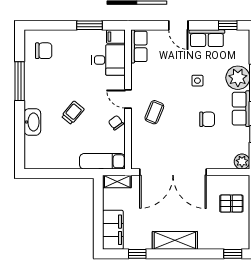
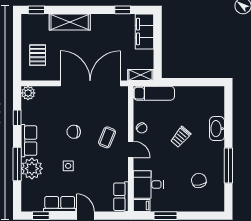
chair: (44, 51) -> (199, 180), moved, turned 79
chair: (207, 119) -> (74, 132), moved
pallet: (231, 204) -> (38, 55), turned 90
shelving: (175, 240) -> (70, 22), moved

